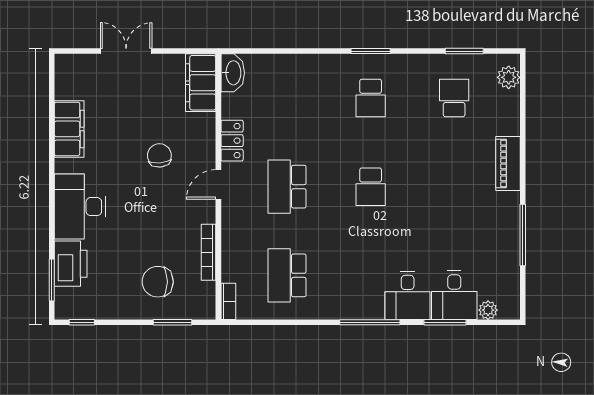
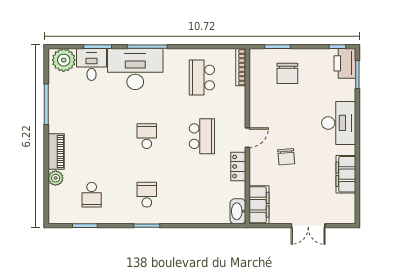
plant: (509, 77) -> (56, 178), moved
bookcase: (208, 252) -> (254, 93), removed
printer: (71, 264) -> (345, 63), moved
school desk: (287, 275) -> (202, 78), turned 180
chair: (158, 282) -> (287, 73), turned 90
desk: (408, 295) -> (135, 69), width x1.87, depth x1.30
bookcase: (228, 301) -> (241, 67), width x1.56
plant: (488, 310) -> (64, 60), width x1.88, depth x1.88

